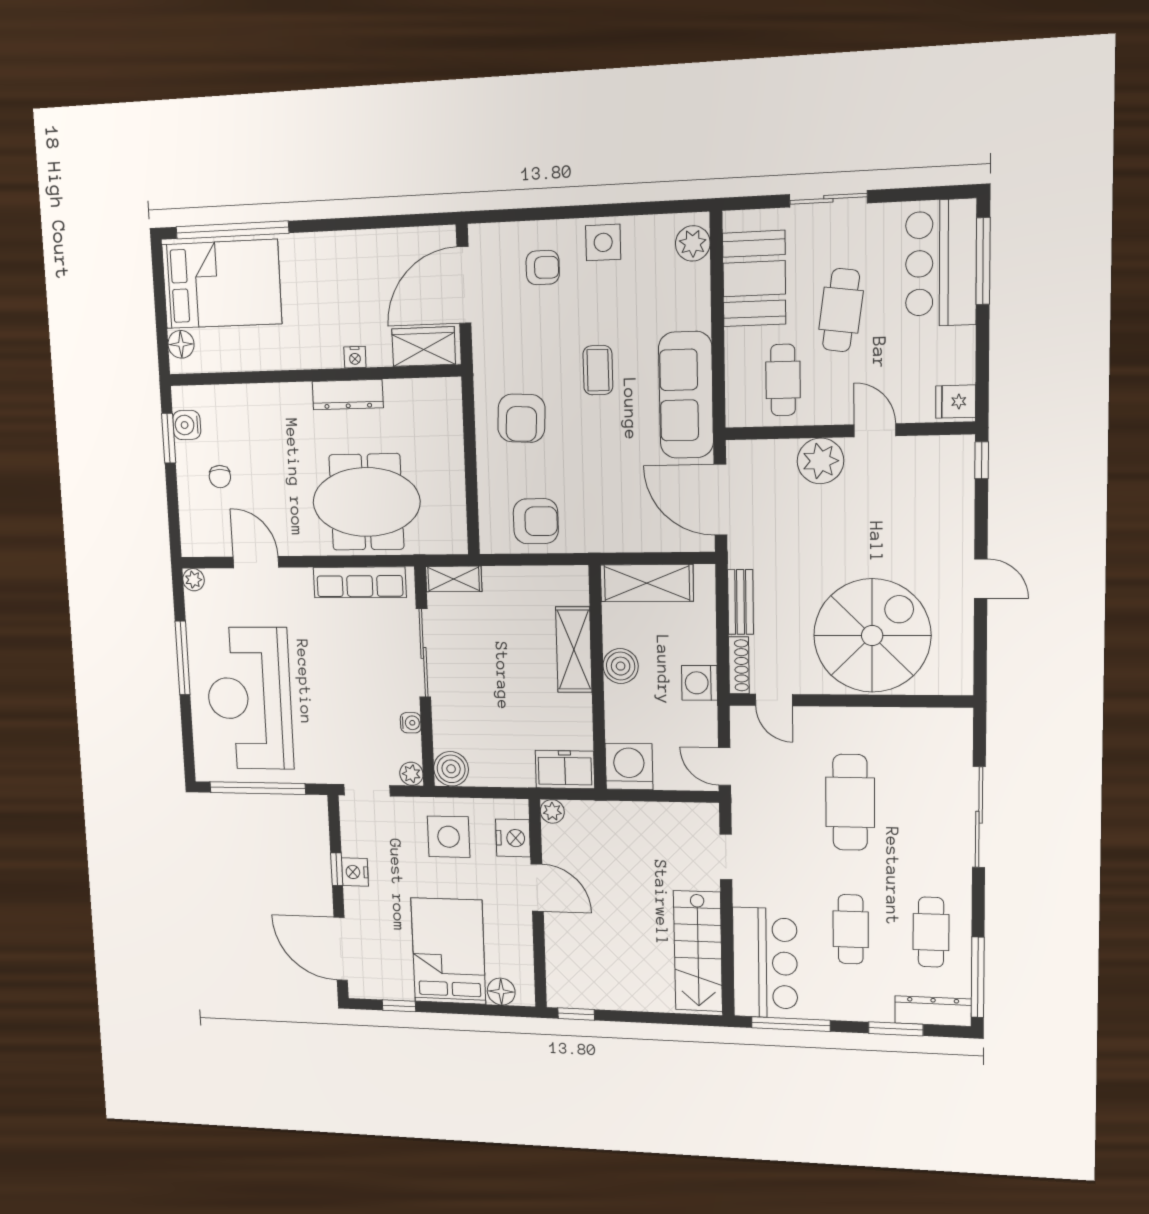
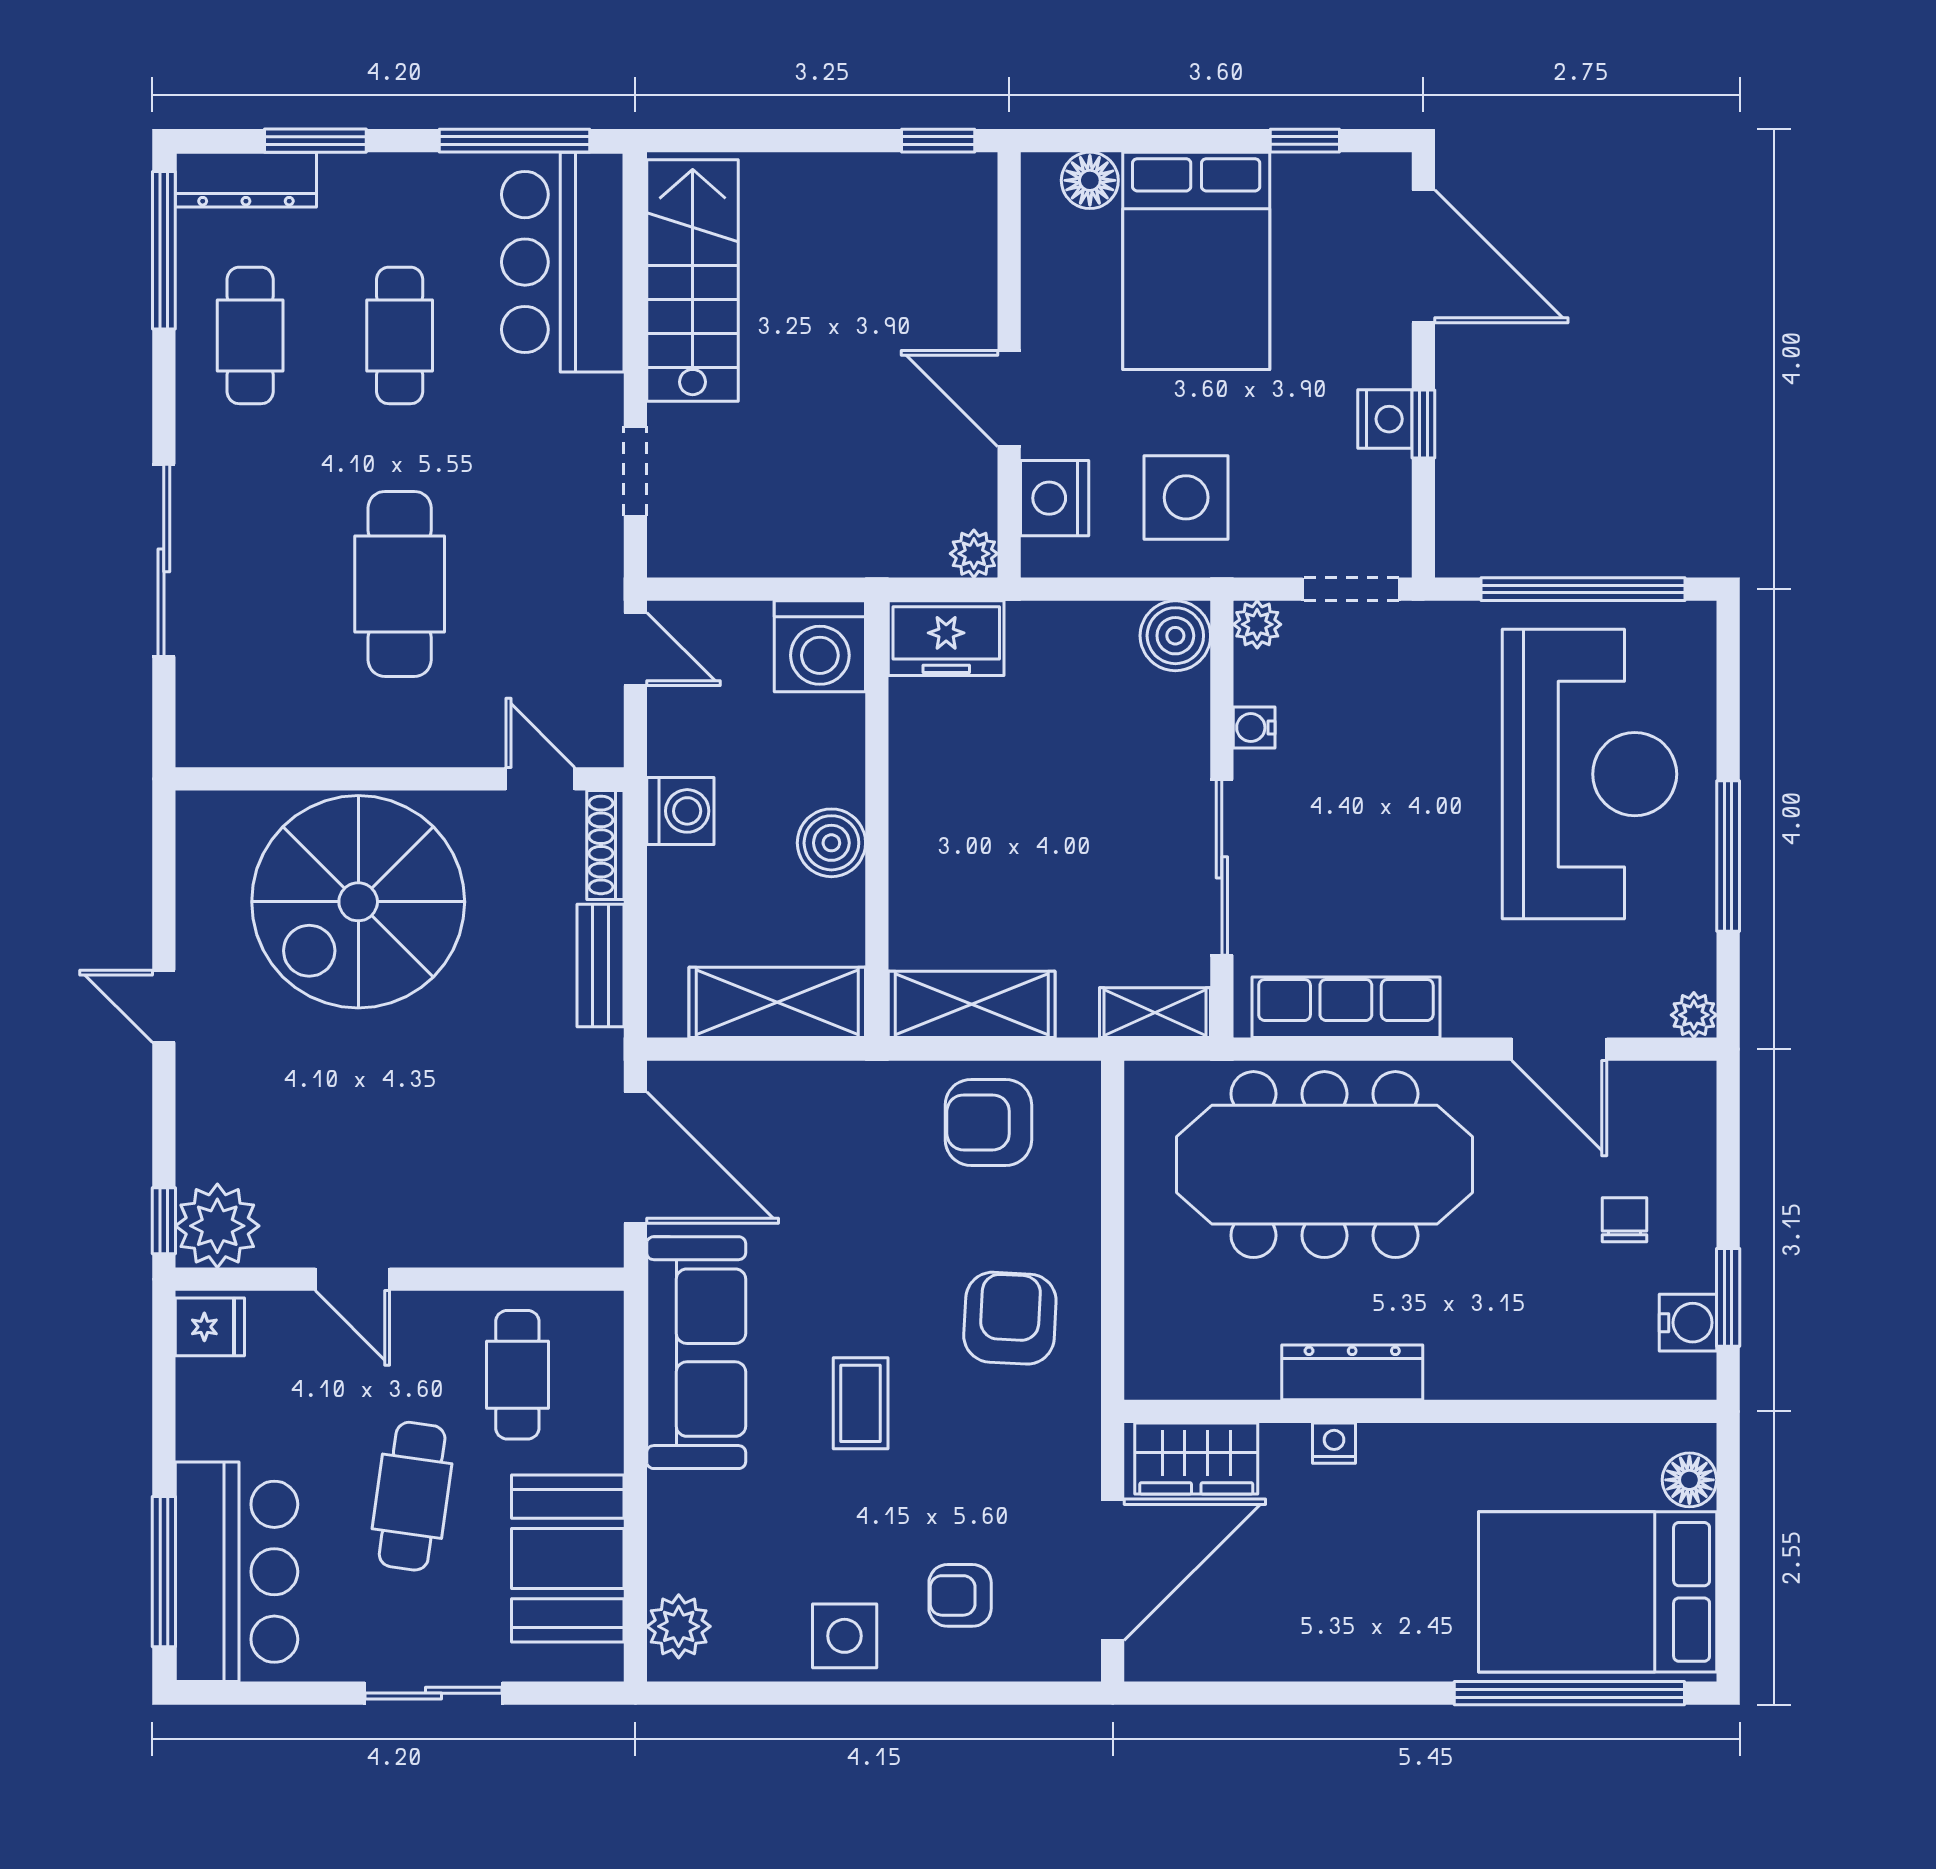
plant: (820, 461) -> (217, 1226), moved
meeting table: (366, 502) -> (1324, 1165), width x1.36
shelving: (574, 650) -> (972, 1004), moved, turned 90

